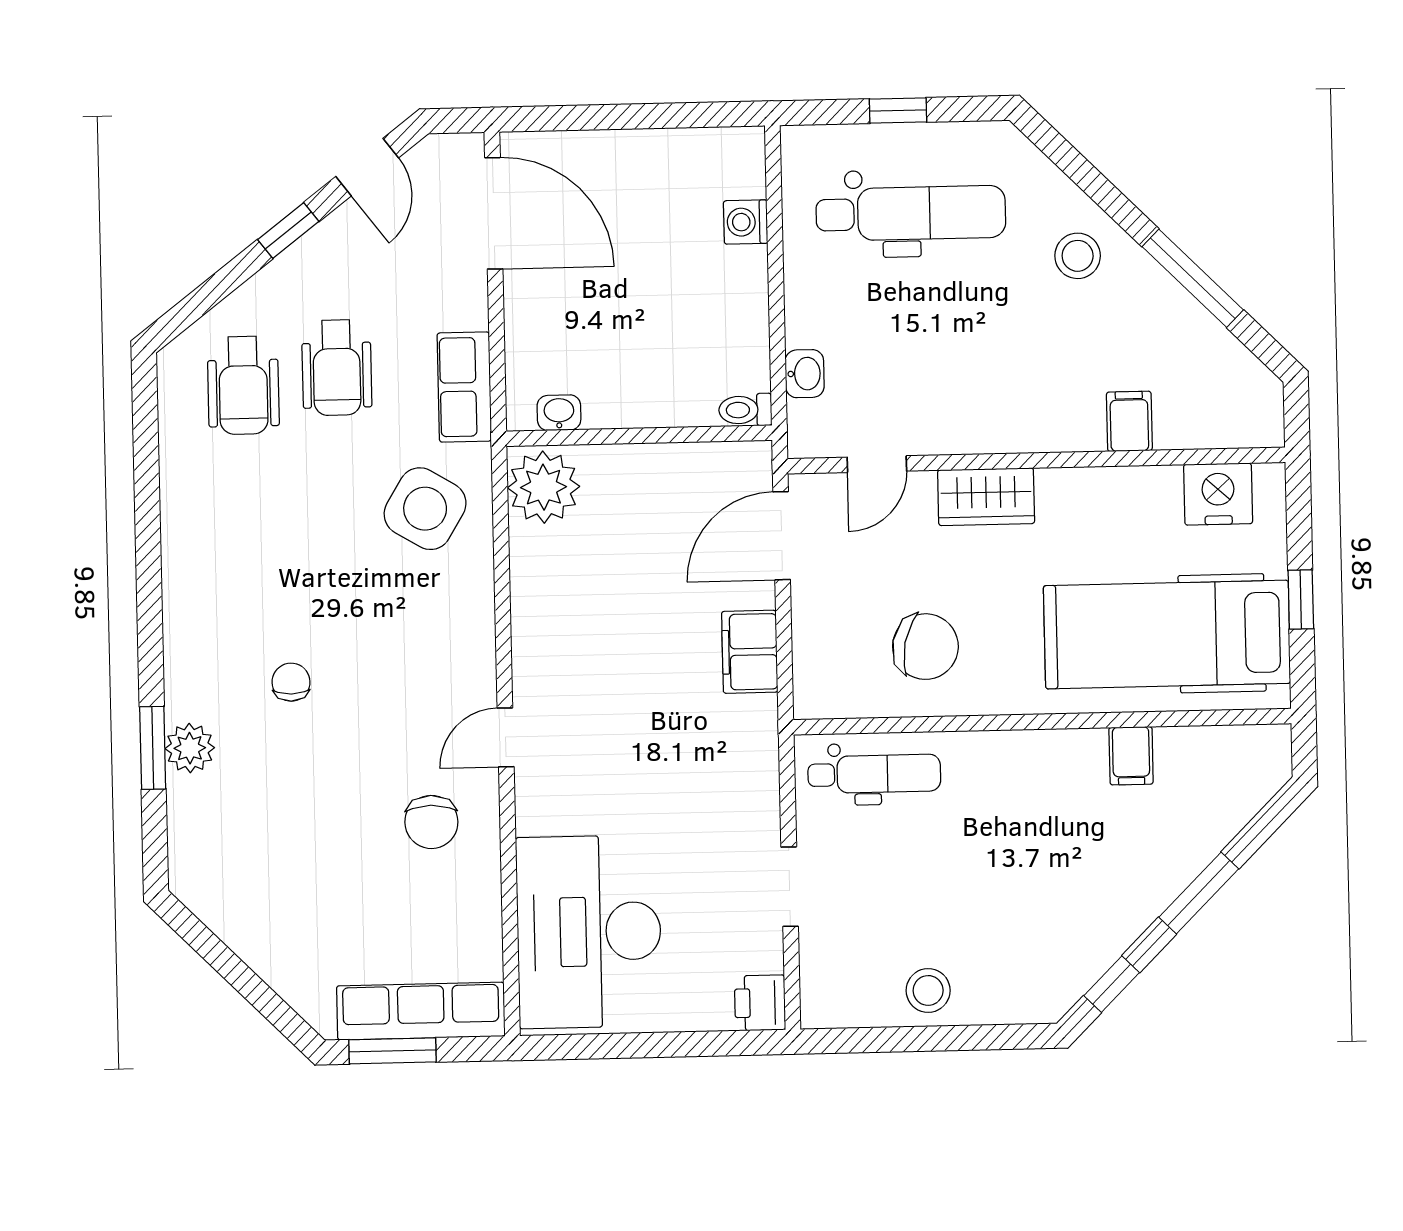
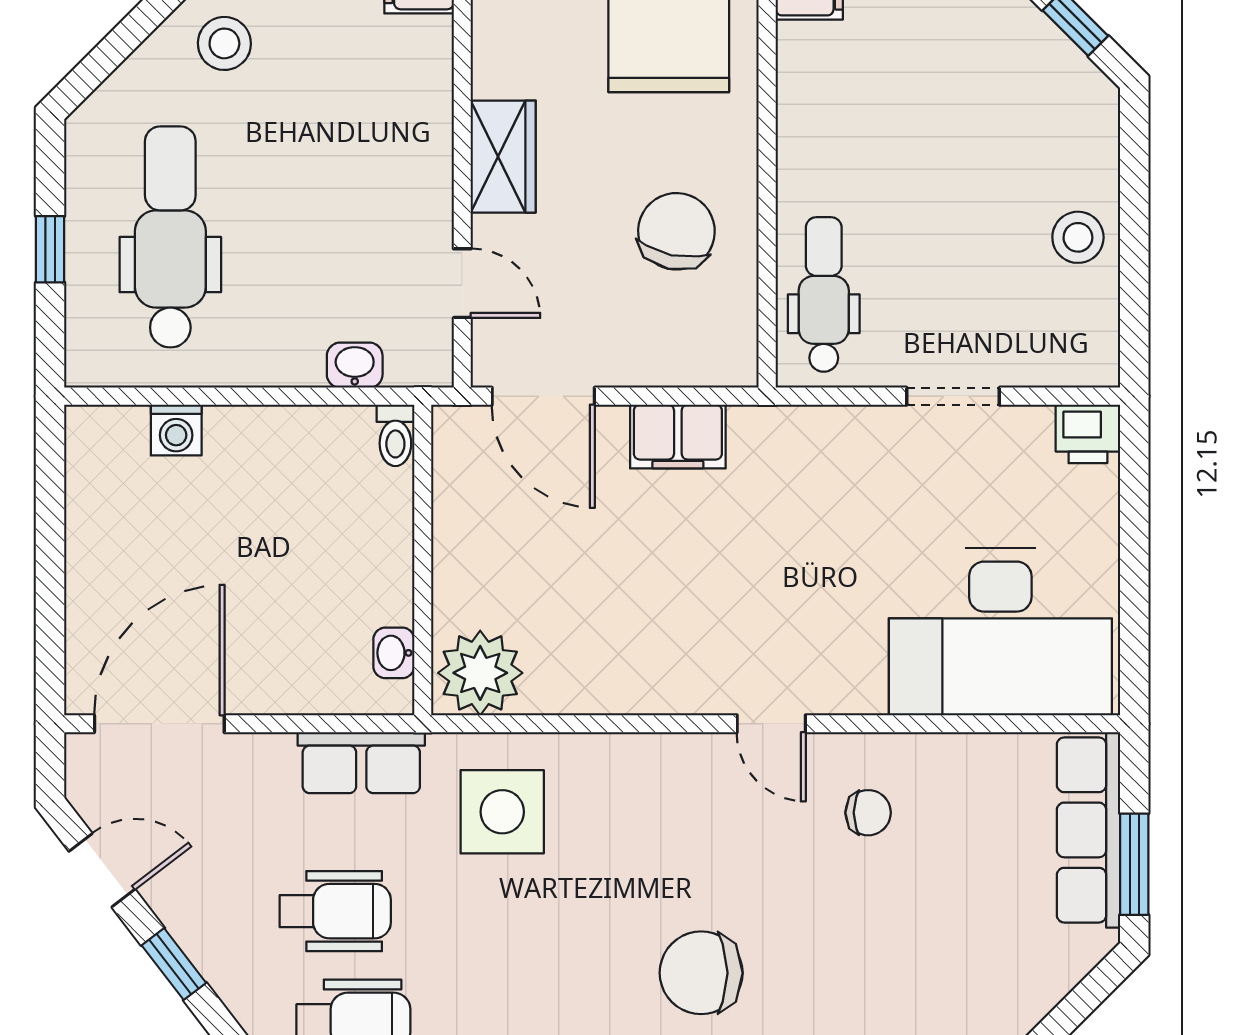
side table: (425, 509) -> (502, 812), turned -31
chair: (291, 682) -> (701, 973), width x1.87, depth x1.87
chair: (431, 822) -> (868, 813), width x0.73, depth x0.73

